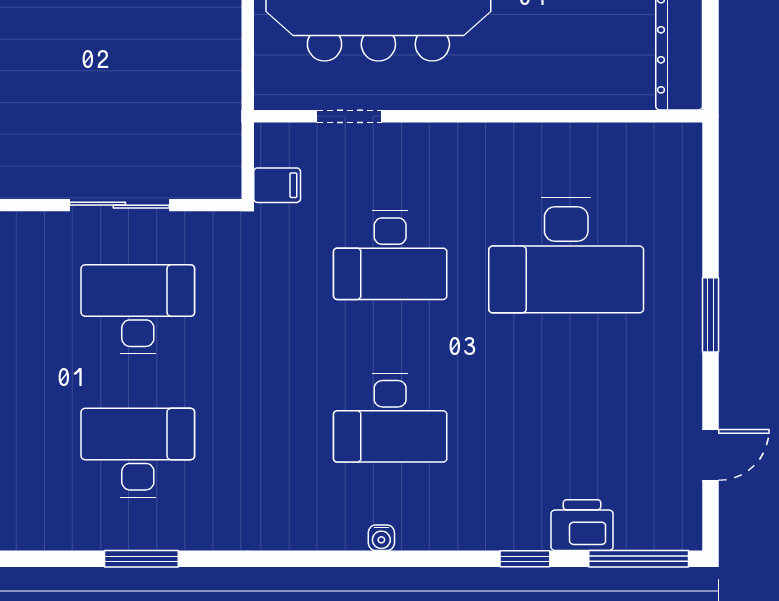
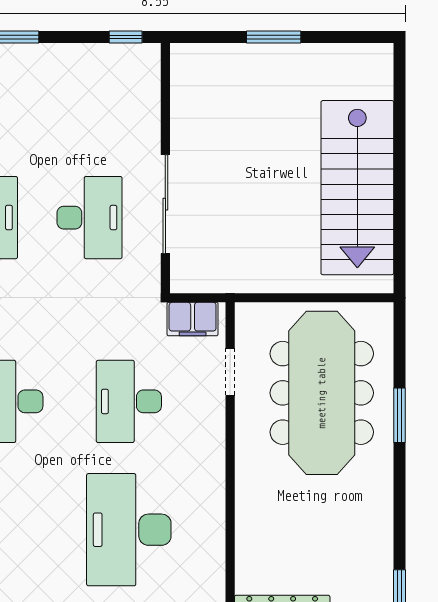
filing cabinet: (277, 185) -> (193, 319), width x2.00
sliding door: (119, 205) -> (165, 204), width x1.37

